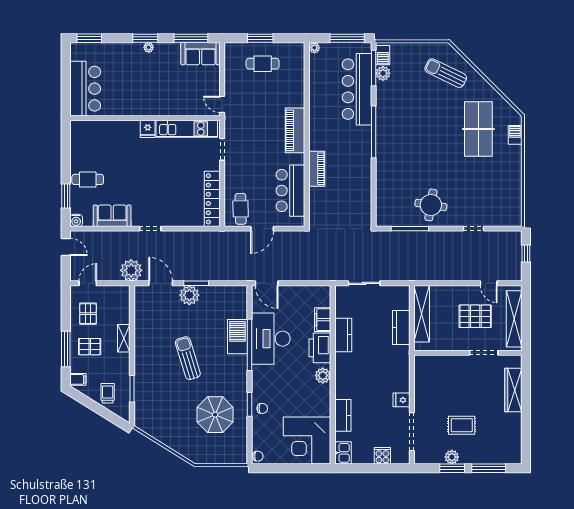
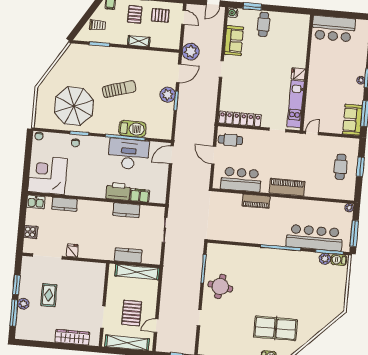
sun lounger: (446, 73) -> (321, 307), removed
plant: (323, 376) -> (97, 192), removed
parasol: (215, 415) -> (74, 106), width x1.36, depth x1.36
plant: (452, 457) -> (23, 304), moved

